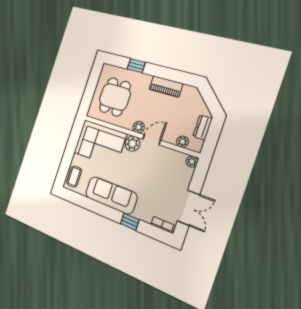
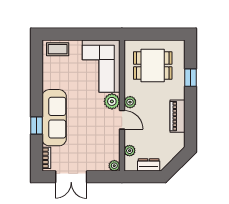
sofa: (111, 195) -> (54, 118), moved

